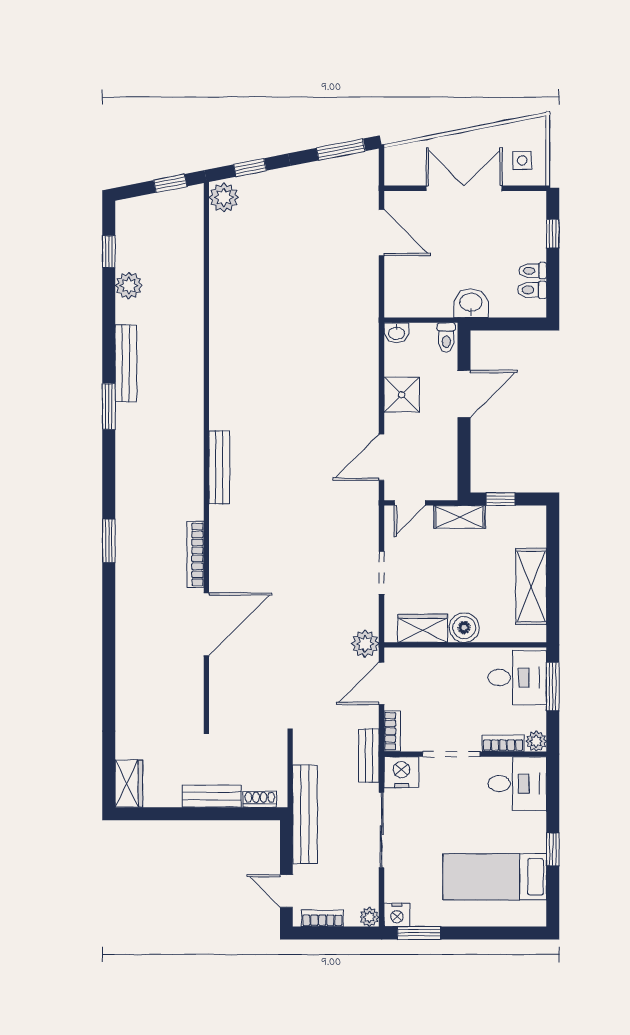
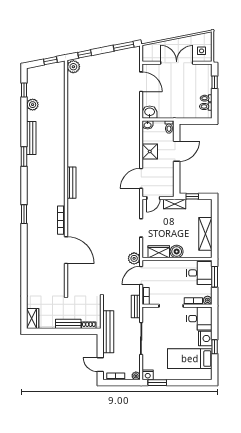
washbasin: (471, 303) -> (150, 112), moved
door: (206, 624) -> (66, 250), hinge flipped
nightstand: (401, 772) -> (205, 338), moved, turned 90

